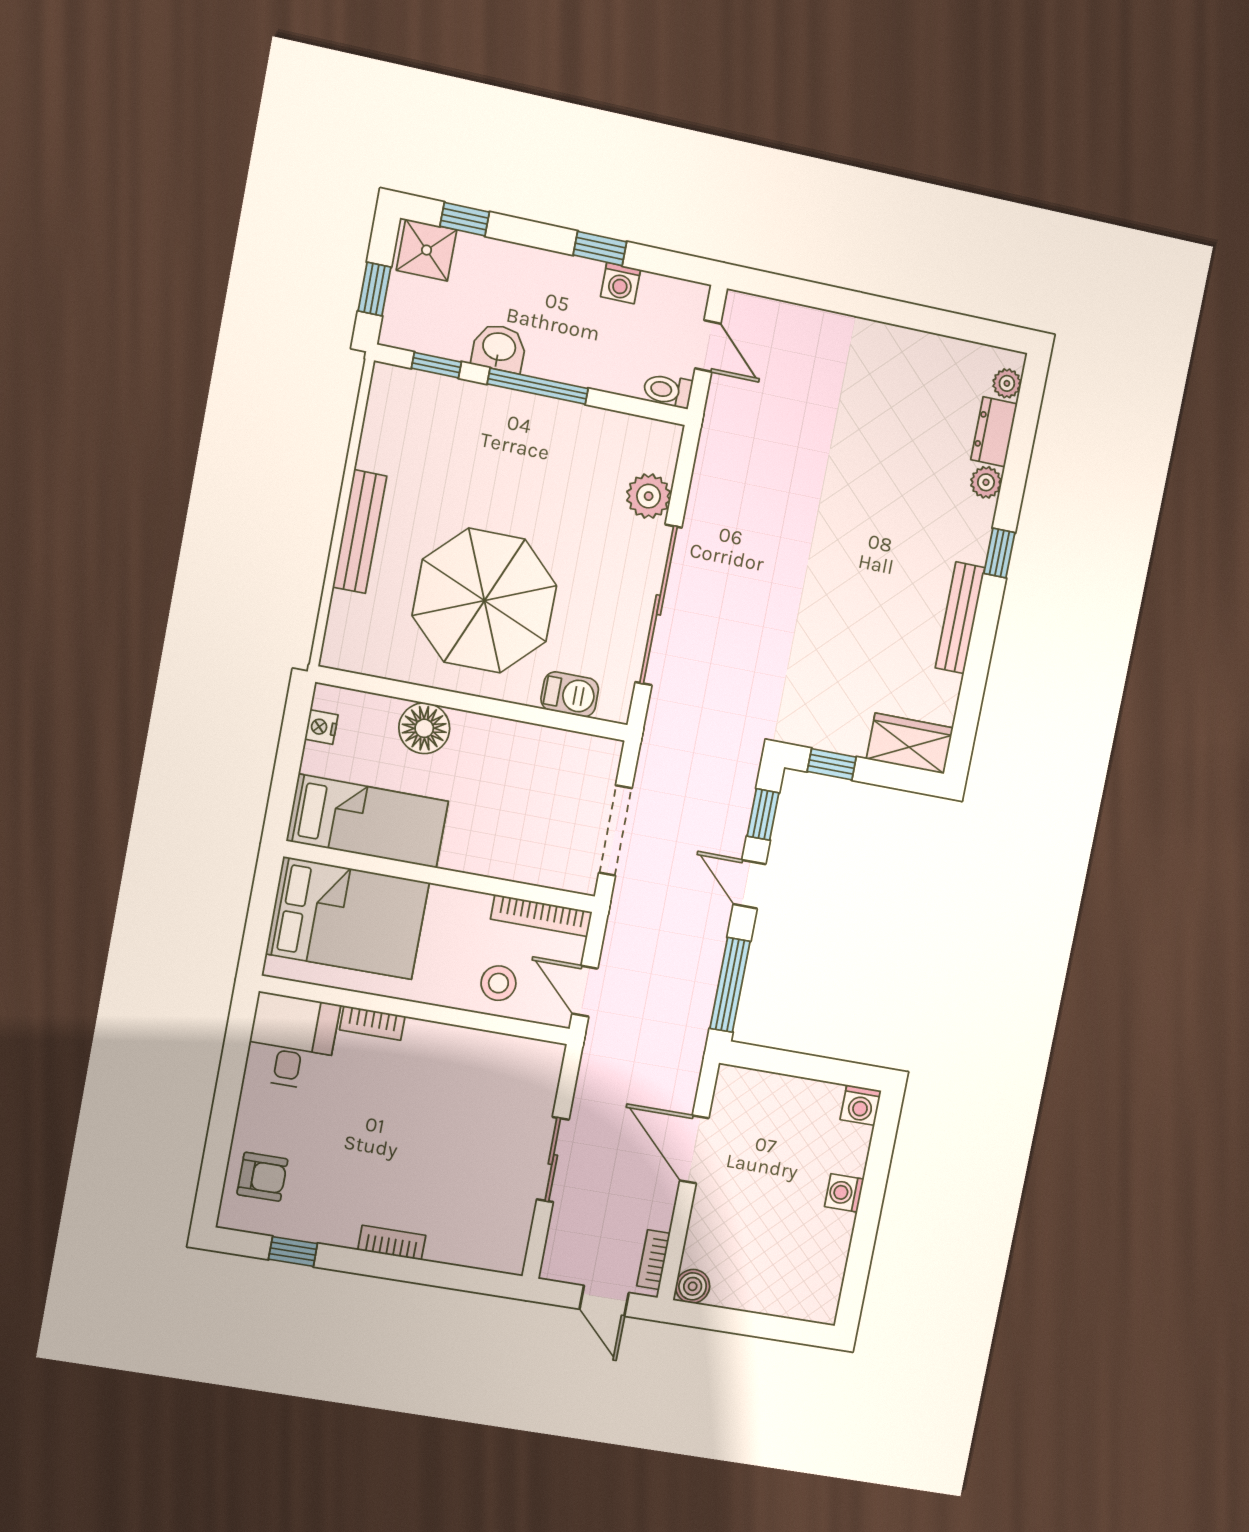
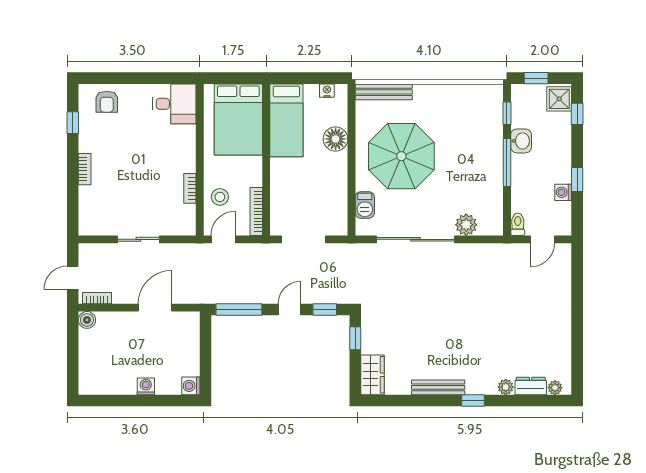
bench: (360, 532) -> (384, 92), moved
bookcase: (372, 1023) -> (190, 188), moved

